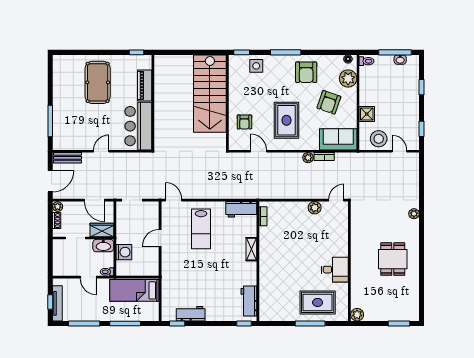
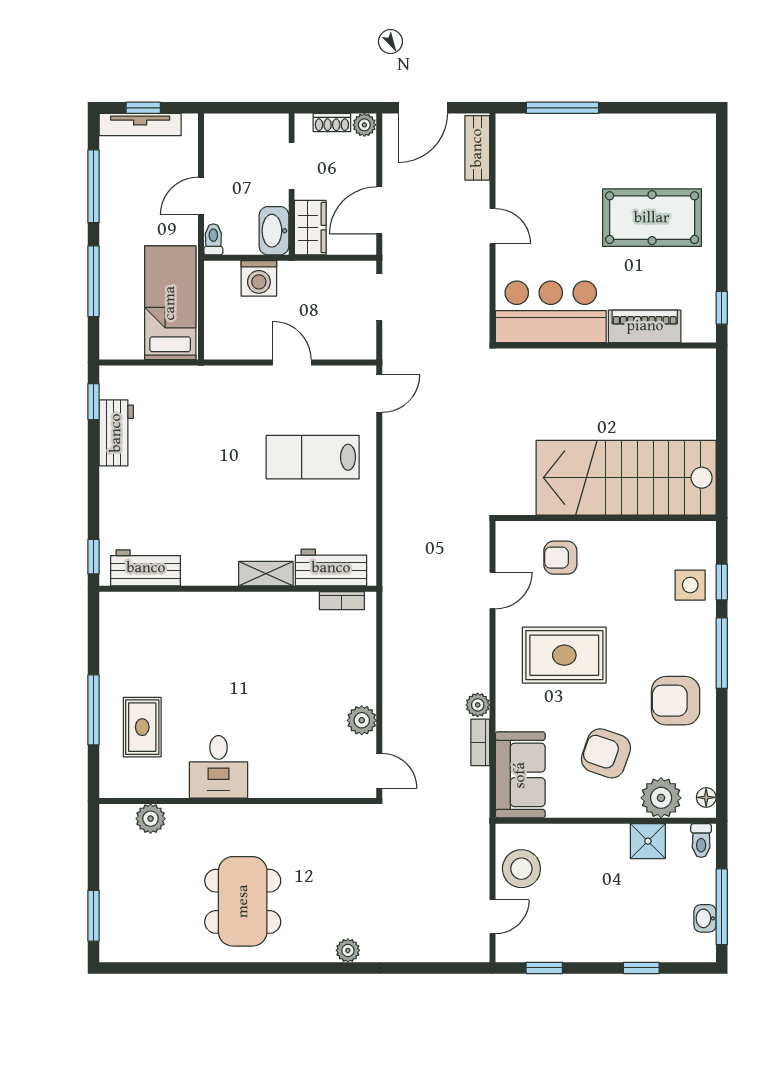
window: (242, 52) -> (722, 582), moved
shower: (367, 114) -> (648, 841), moved
door: (50, 181) -> (423, 108), hinge flipped
workbench: (241, 209) -> (331, 568), moved, turned 90
dining table: (393, 259) -> (243, 901), width x1.38
rug: (318, 302) -> (142, 727), width x0.73, depth x0.70
plant: (357, 315) -> (151, 819), moved

